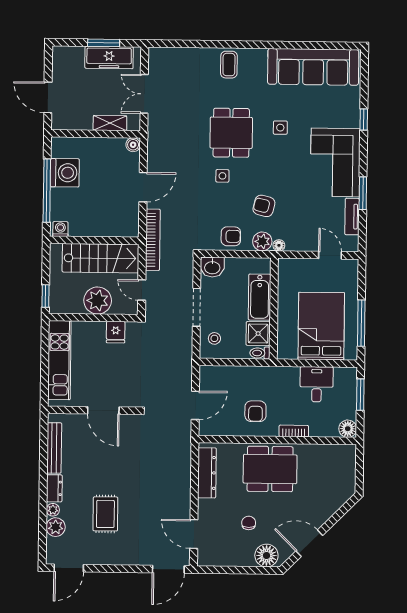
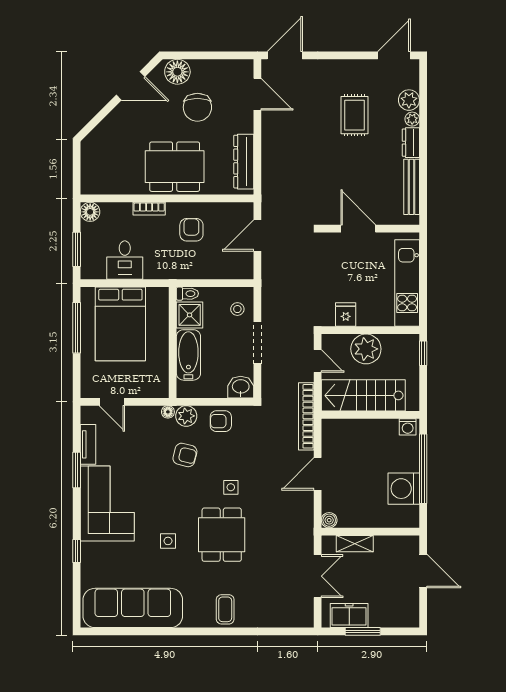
freezer: (109, 58) -> (349, 615), width x0.71
chair: (249, 523) -> (197, 107), width x1.87, depth x1.87

